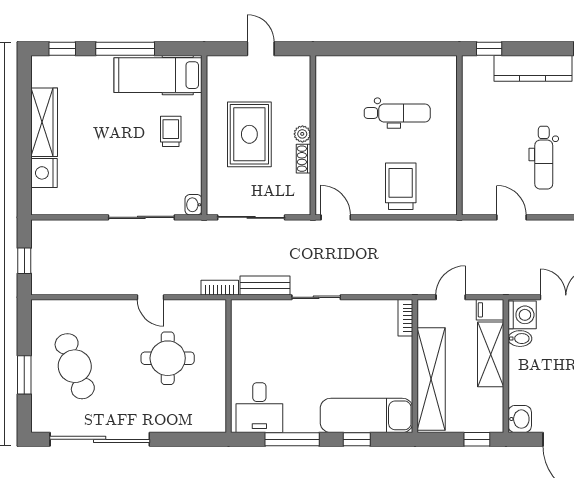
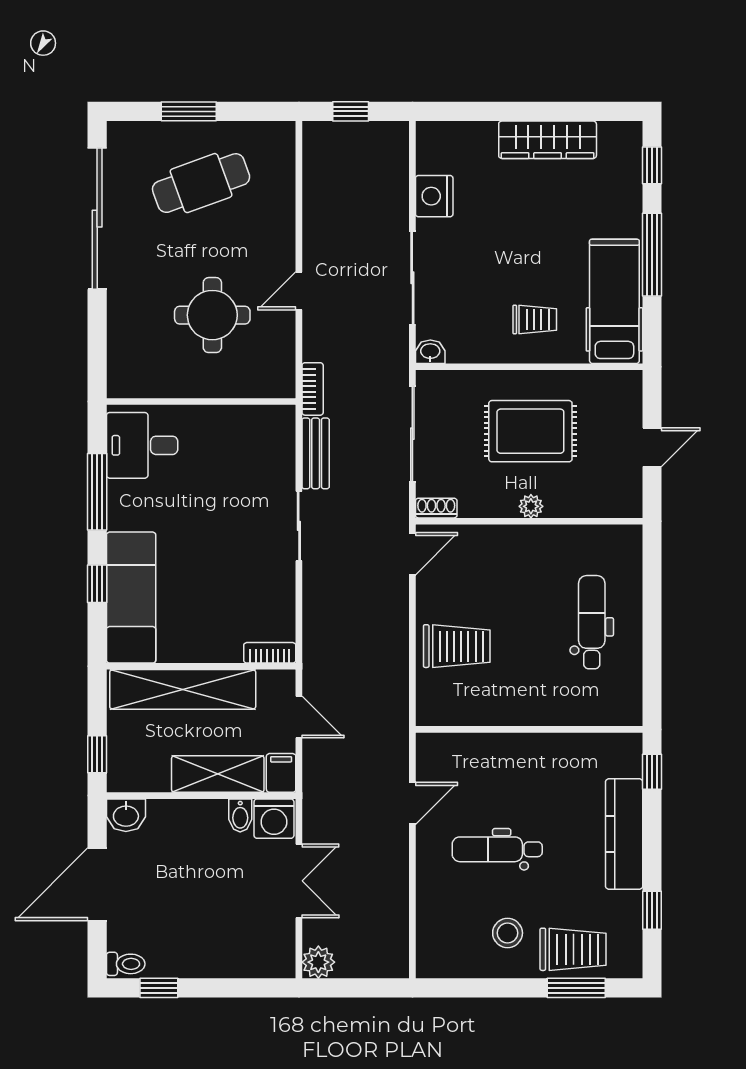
dental chair: (397, 113) -> (592, 622), moved, turned 180
shoe rack: (304, 159) -> (436, 508), moved
nightstand: (44, 173) -> (434, 196), moved, turned -90

